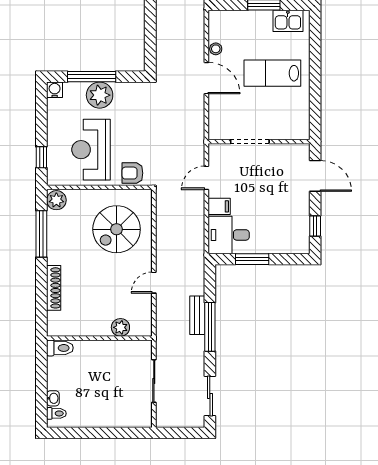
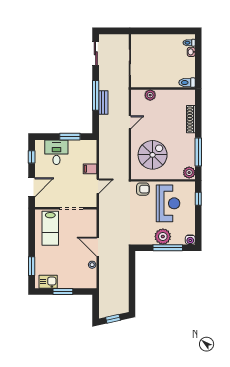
window: (315, 46) -> (32, 266), added
lab bench: (272, 73) -> (50, 228), moved, turned 90
door: (315, 176) -> (32, 187), swing flipped
desk: (229, 235) -> (56, 152), moved, turned -90

